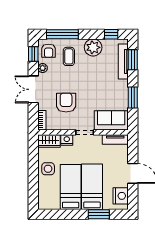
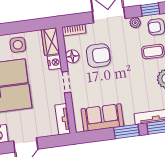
window: (133, 98) -> (126, 132), moved
sofa: (111, 120) -> (102, 118), moved, turned -90
floor lamp: (64, 124) -> (72, 56), added

